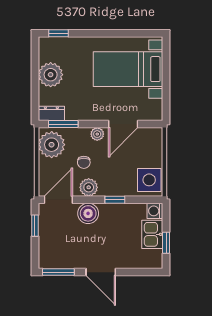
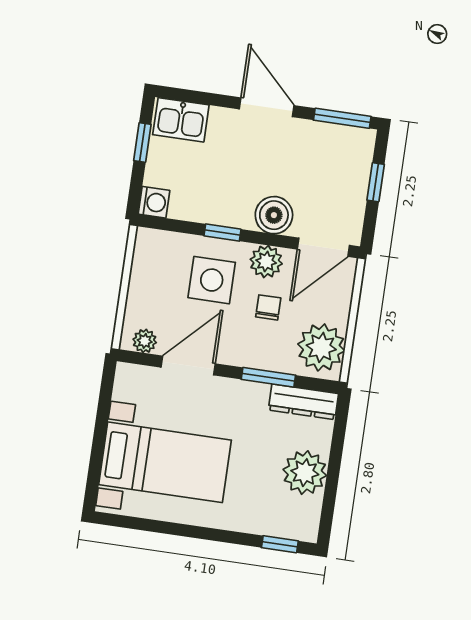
dresser: (51, 113) -> (303, 402), width x1.44
window: (63, 124) -> (268, 377), moved
plant: (97, 134) -> (145, 341), moved
side table: (149, 180) -> (212, 280), moved
window: (35, 226) -> (376, 182), moved
kitchen sink: (152, 234) -> (181, 120), moved, turned 90

